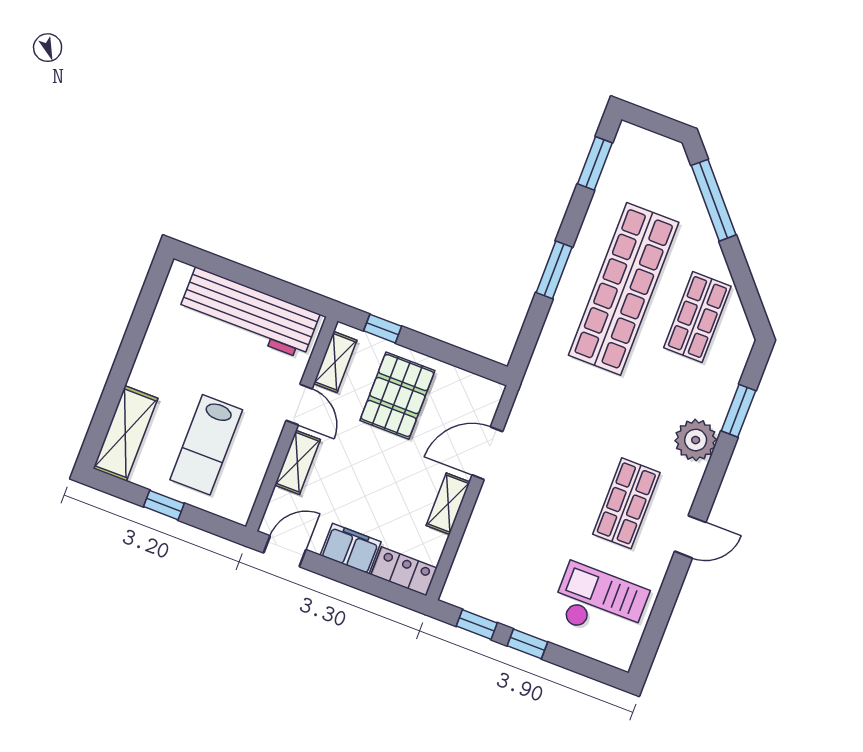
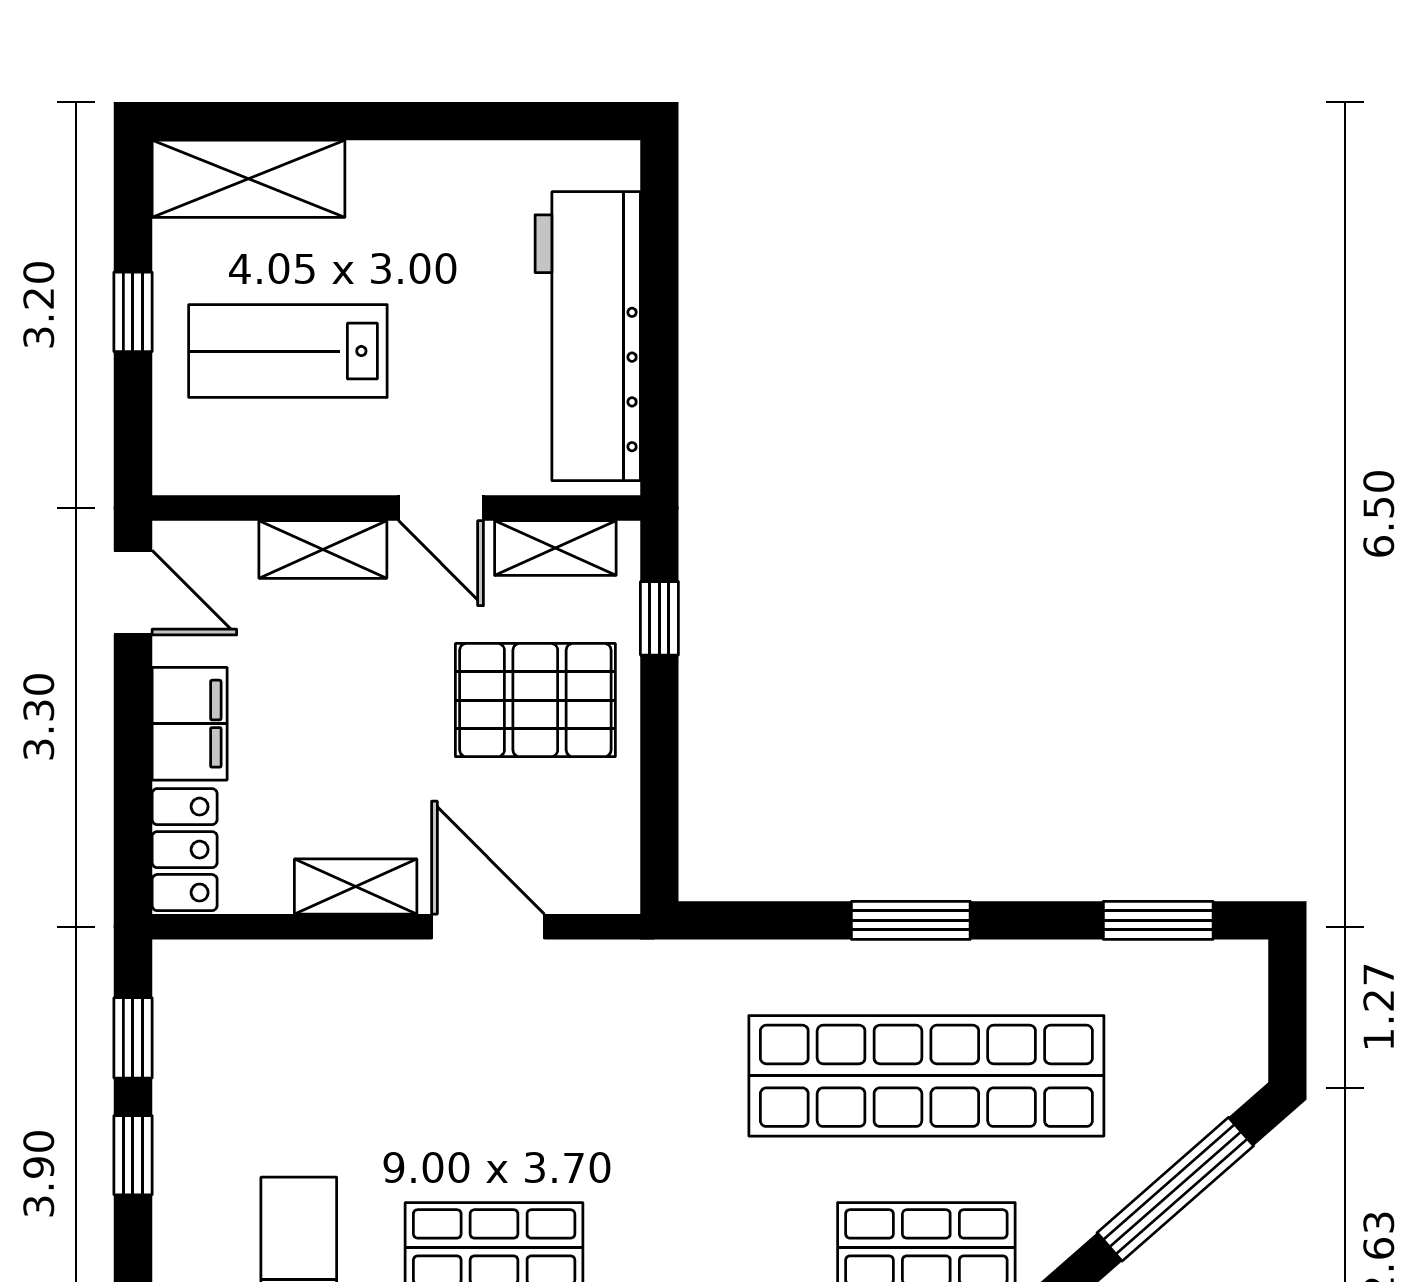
door: (299, 405) -> (441, 508), hinge flipped

